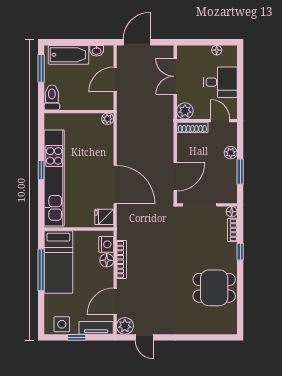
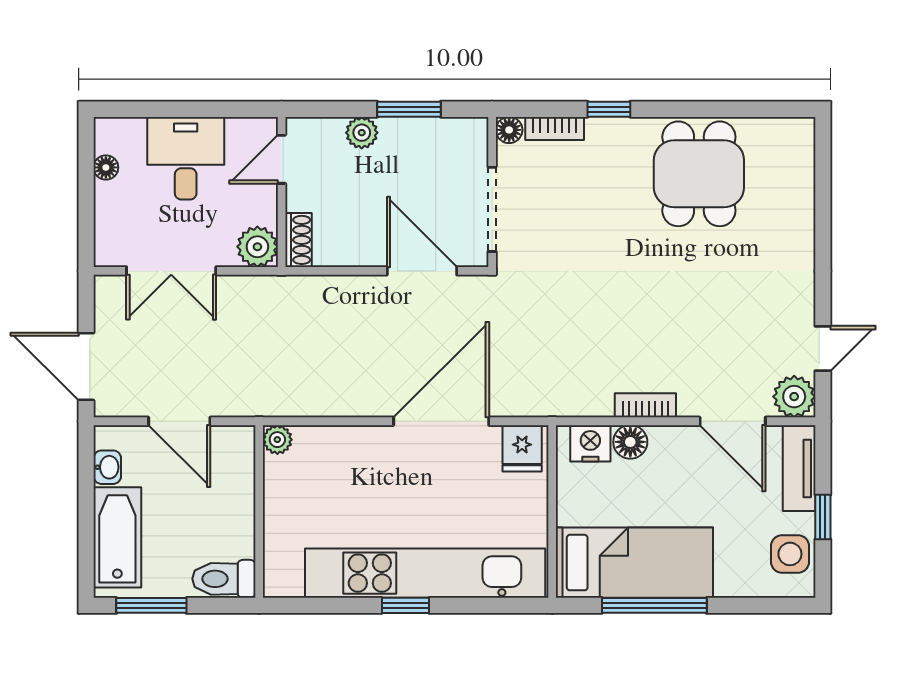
shoe rack: (192, 127) -> (299, 240), width x0.70
bookcase: (121, 259) -> (645, 405), width x0.64

